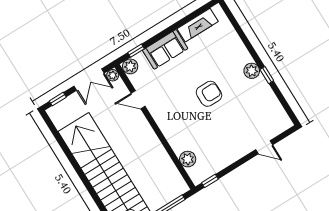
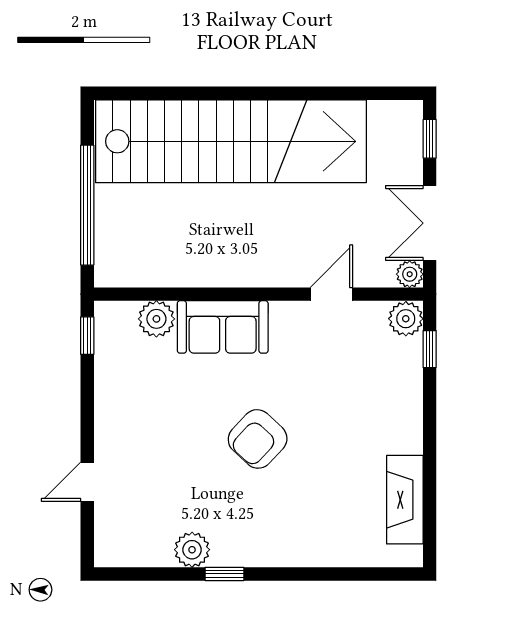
sofa: (165, 49) -> (223, 327), moved, turned -90
plant: (252, 71) -> (192, 550), moved
armchair: (209, 94) -> (258, 439), turned 43

